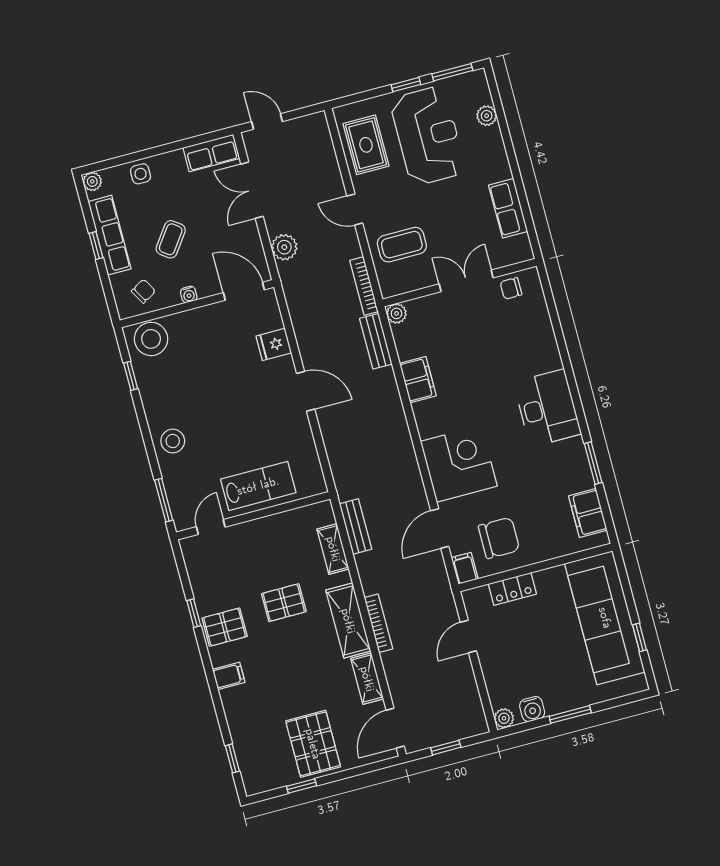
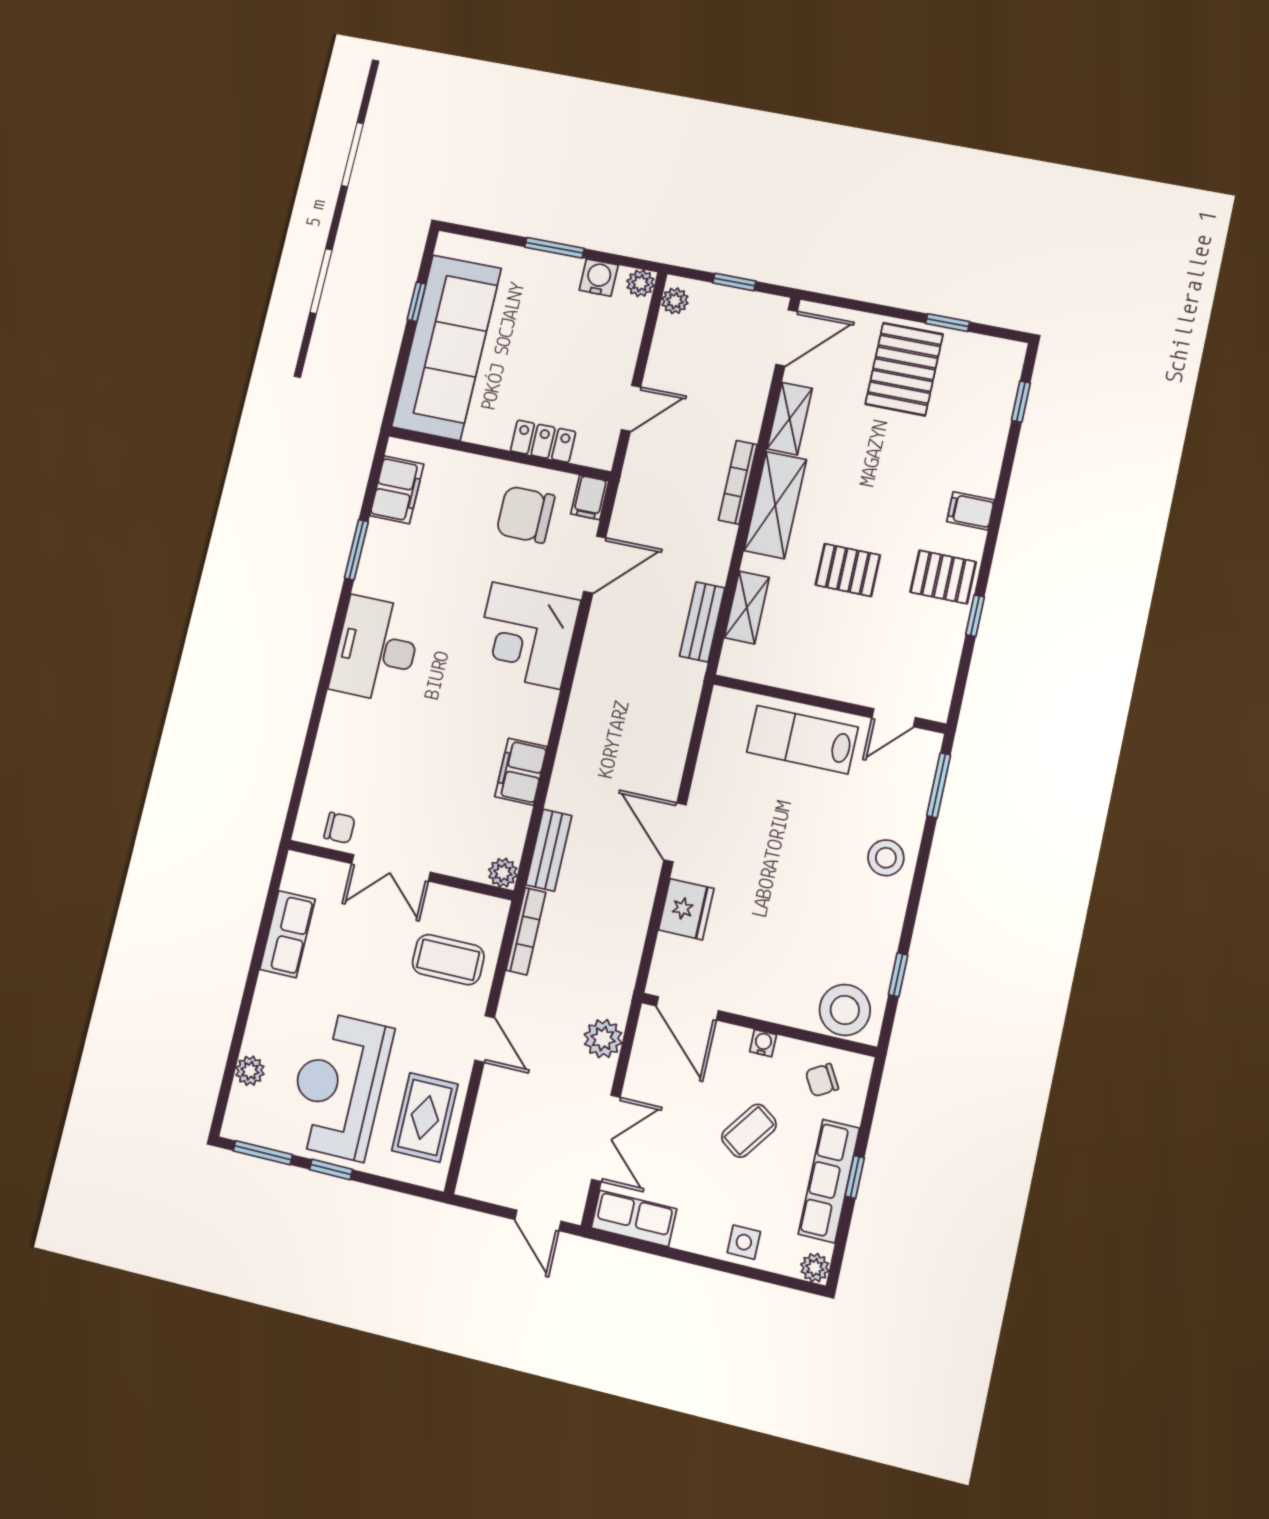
fridge: (274, 344) -> (686, 909), width x1.38
plant: (477, 718) -> (675, 301), added

